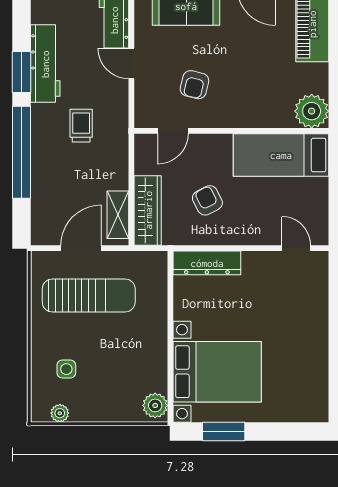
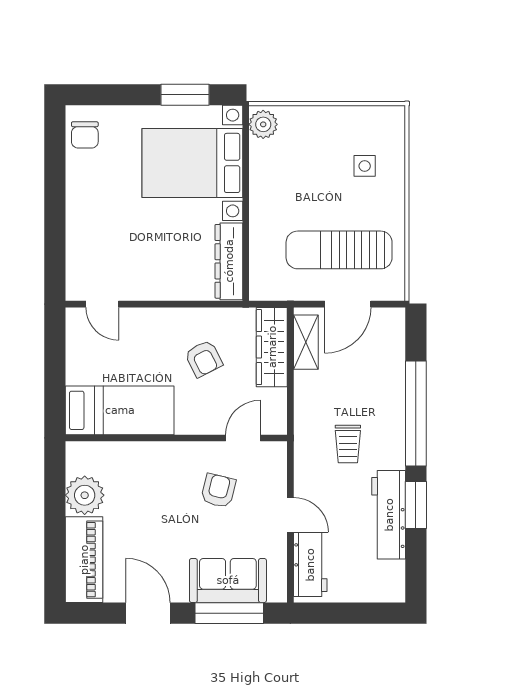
plant: (312, 111) -> (85, 495), moved
dresser: (207, 263) -> (229, 261), moved, turned -90
chair: (311, 396) -> (85, 135), added
plant: (60, 413) -> (372, 116), removed

